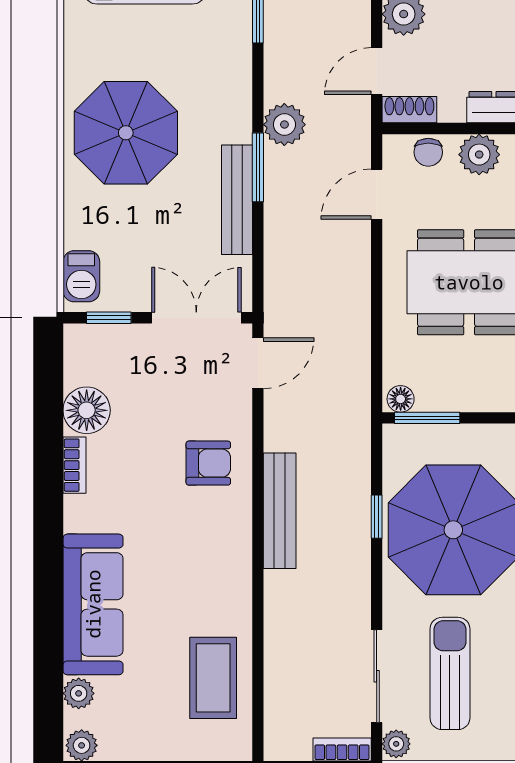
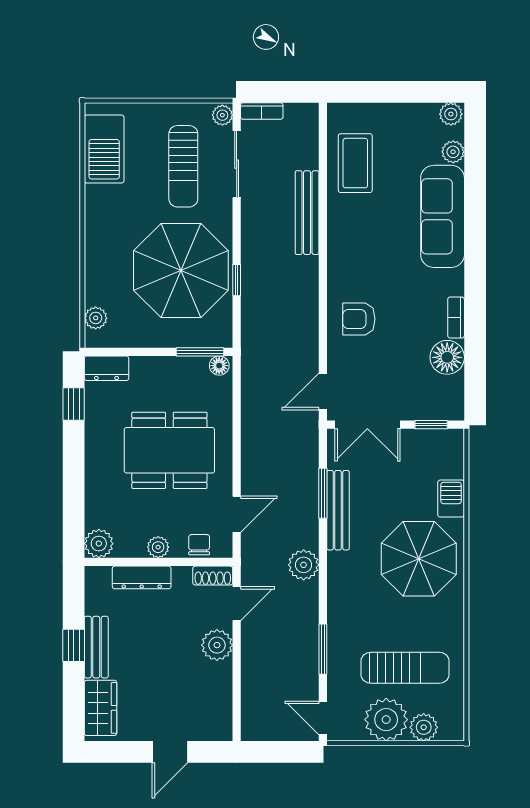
plant: (479, 155) -> (158, 547), width x0.73, depth x0.73
window: (258, 167) -> (323, 493), moved
barbecue: (81, 276) -> (451, 499), moved
bench: (280, 511) -> (307, 213), moved

